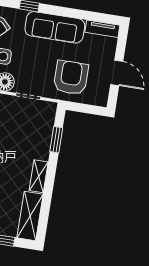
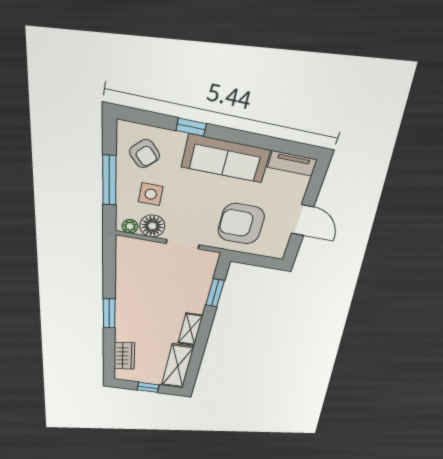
armchair: (71, 78) -> (241, 224), turned -90

